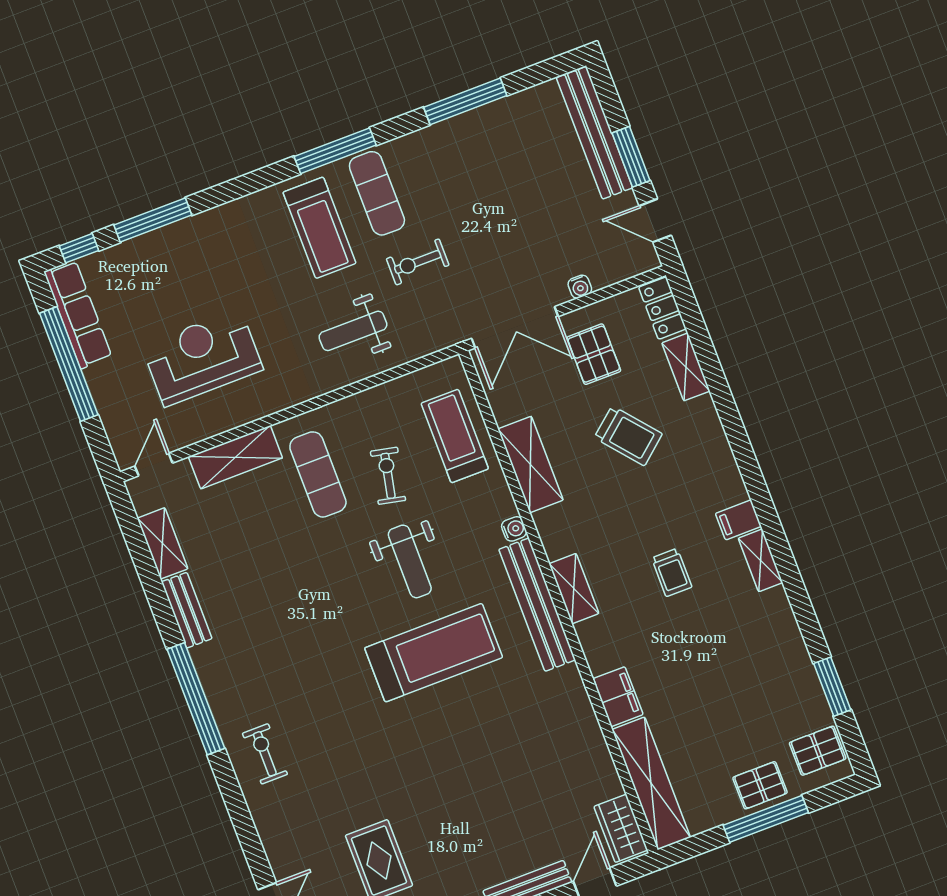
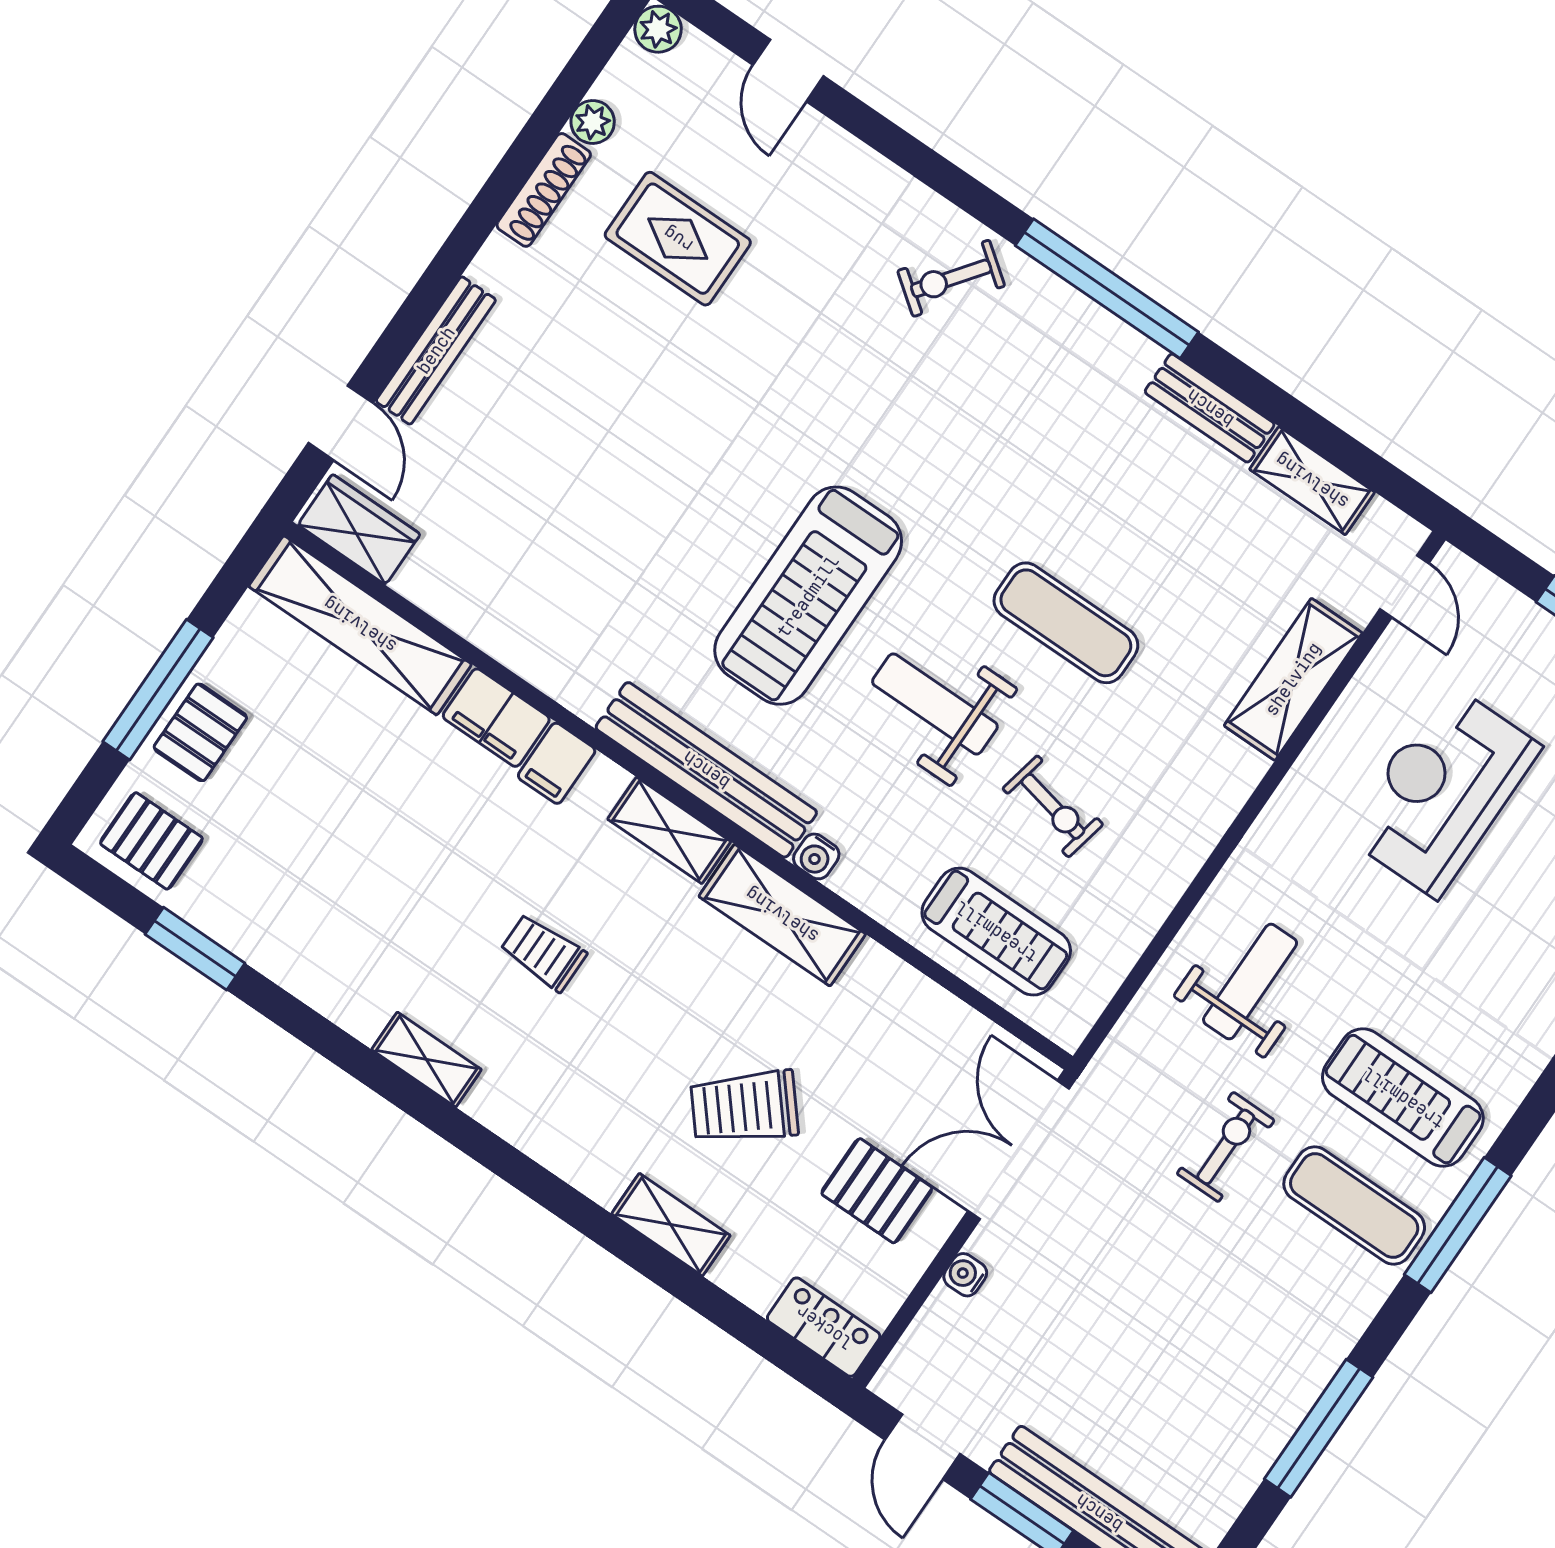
door: (655, 221) -> (922, 1447), swing flipped
reception desk: (202, 358) -> (1442, 791), turned 180
shelving: (686, 367) -> (671, 1225), moved
shelving: (530, 465) -> (782, 915), moved
exercise mat: (318, 474) -> (1066, 623), moved
filing cabinet: (738, 520) -> (557, 763), moved, turned 180
pallet: (818, 751) -> (151, 841), turned 90
exercise bike: (265, 754) -> (951, 278), turned 127

